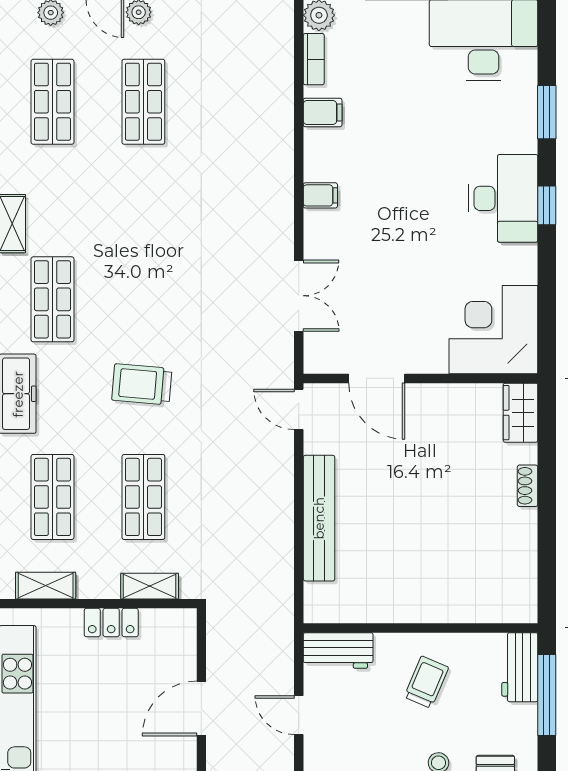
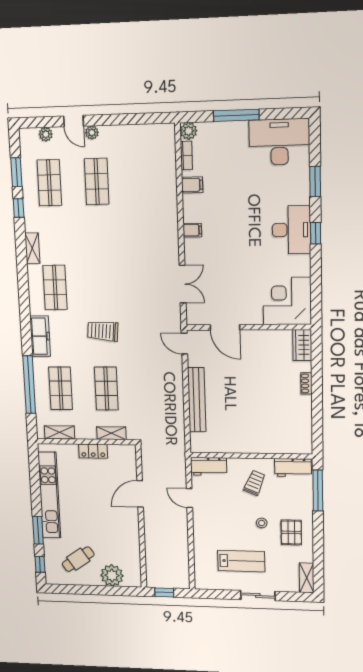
workbench: (520, 667) -> (293, 468), moved, turned -90

